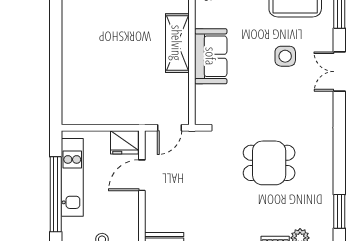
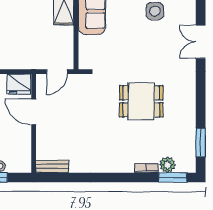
double door: (339, 72) -> (201, 42), moved
door: (142, 175) -> (34, 112), hinge flipped

